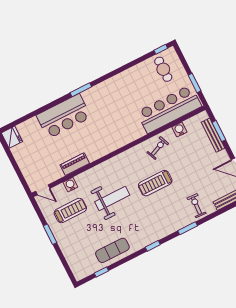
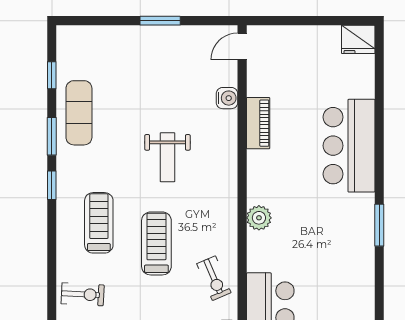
window: (81, 90) -> (379, 225), moved
plant: (119, 141) -> (259, 218), added
weight bench: (112, 198) -> (168, 157), width x0.73, depth x0.75
treadmill: (70, 210) -> (99, 223), moved, turned 180
window: (188, 228) -> (52, 136), moved

